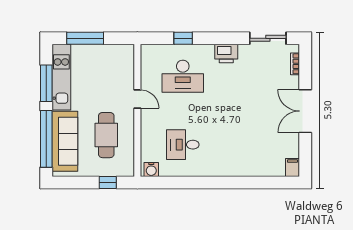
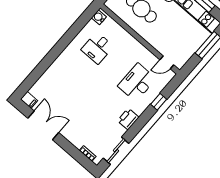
door: (137, 99) -> (167, 62), moved
double door: (305, 111) -> (43, 125), moved
desk: (183, 145) -> (97, 48), turned 180

